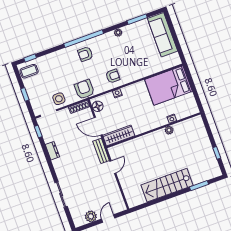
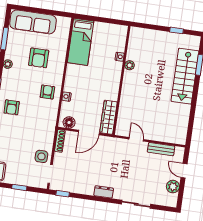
bed: (168, 85) -> (81, 42), width x0.67
armchair: (84, 89) -> (39, 58), moved, turned -90
dresser: (52, 151) -> (104, 192), moved
bench: (101, 151) -> (161, 149), moved
stairs: (167, 185) -> (185, 76), moved

